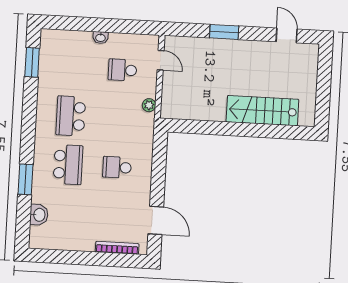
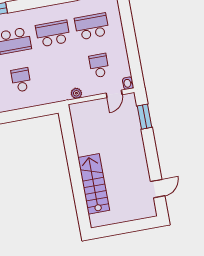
window: (224, 32) -> (144, 117), moved
washbasin: (100, 38) -> (128, 83), moved
school desk: (73, 67) -> (92, 26), added

